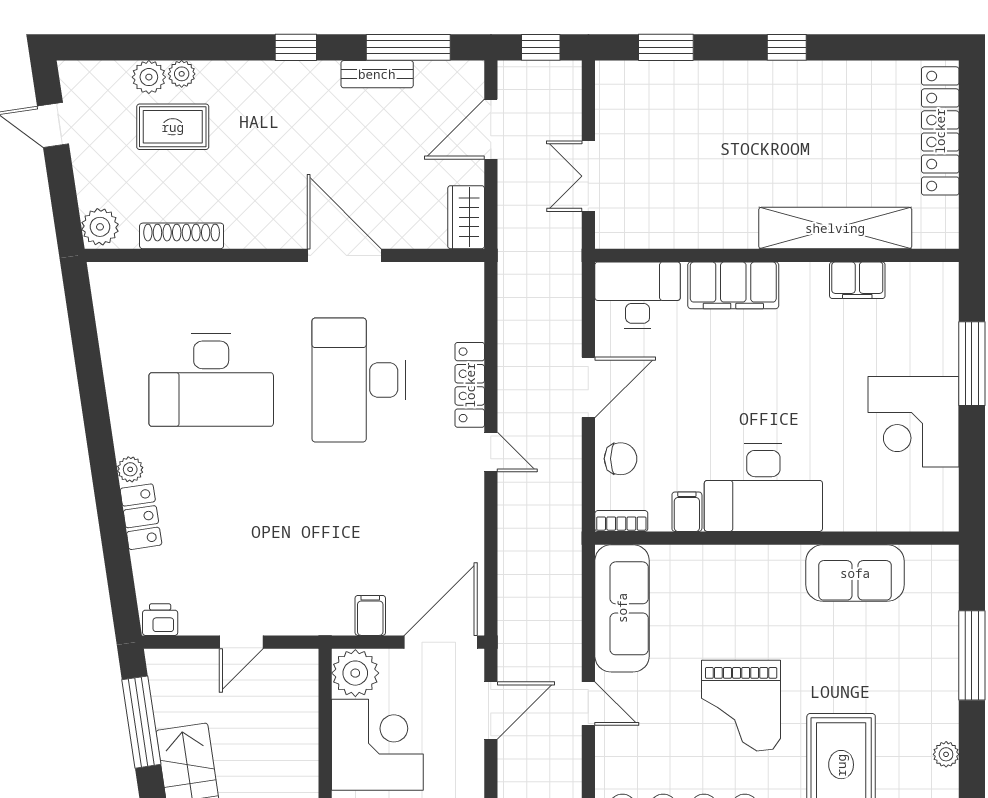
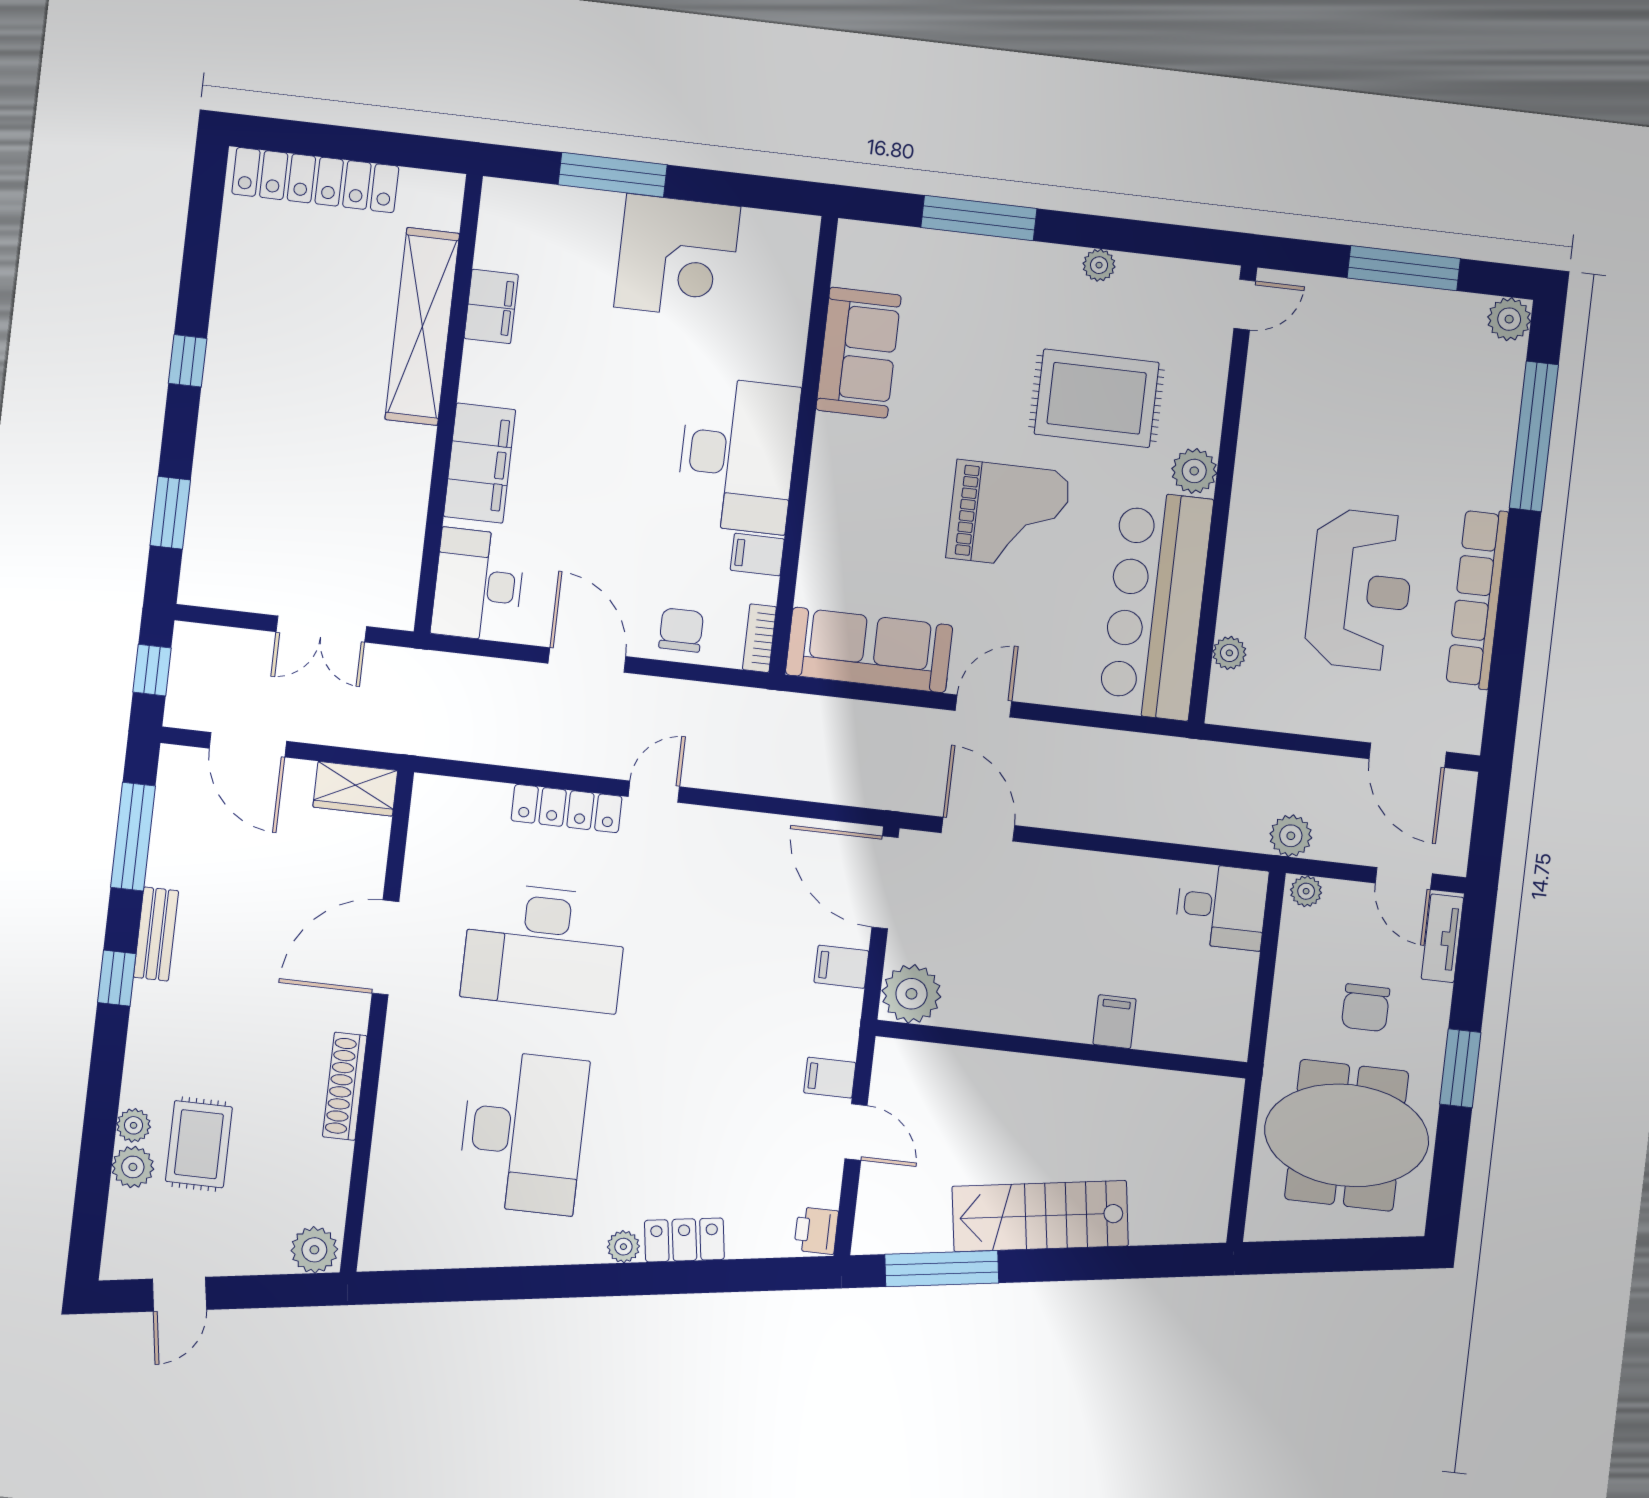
bench: (377, 74) -> (156, 934), moved
shoe rack: (182, 236) -> (345, 1086), moved
filing cabinet: (282, 616) -> (830, 1078), added
corner desk: (377, 745) -> (1005, 976), removed

